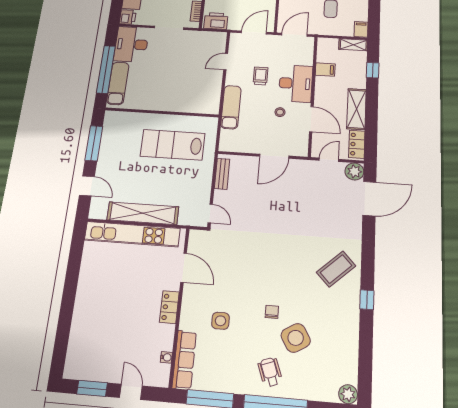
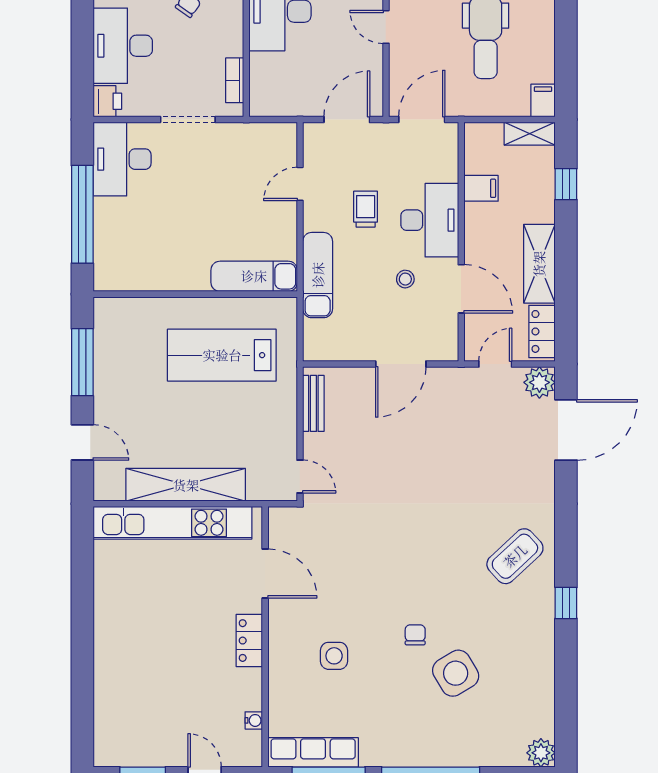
printer: (216, 21) -> (274, 99), removed
exam couch: (118, 83) -> (254, 276), moved, turned -90
row of seats: (184, 360) -> (313, 752), moved, turned -90
wheelchair: (270, 372) -> (419, 729), removed

